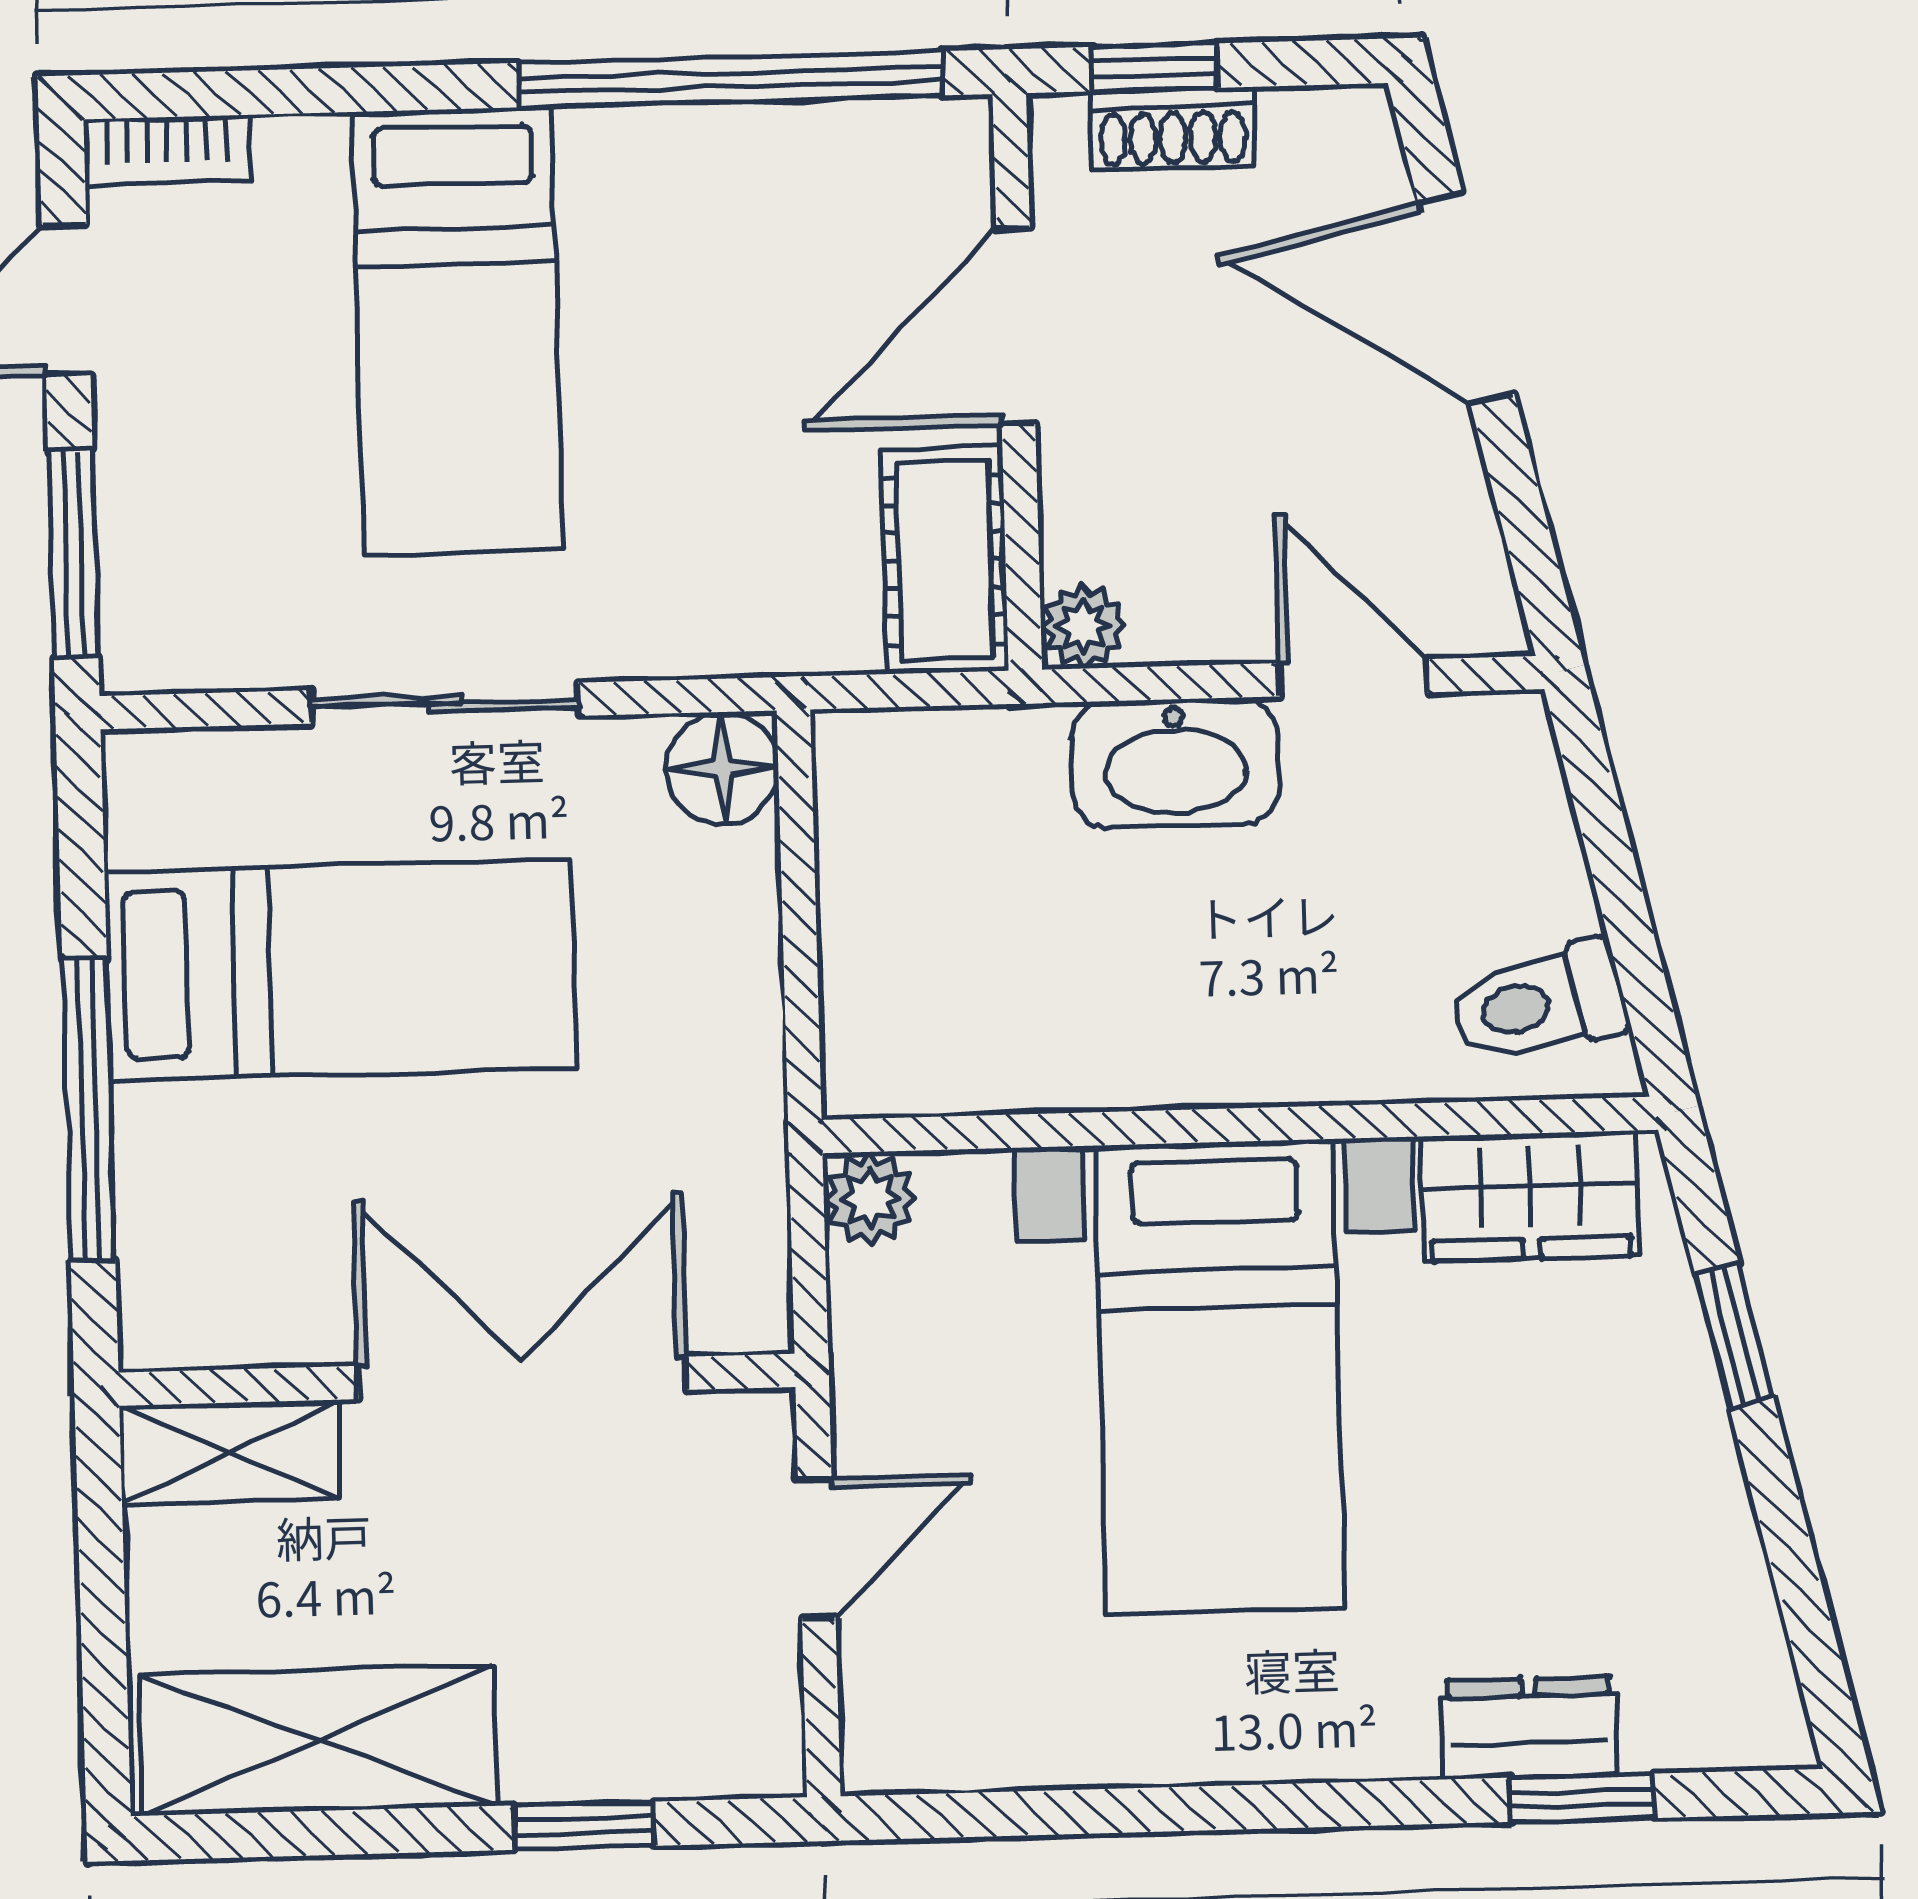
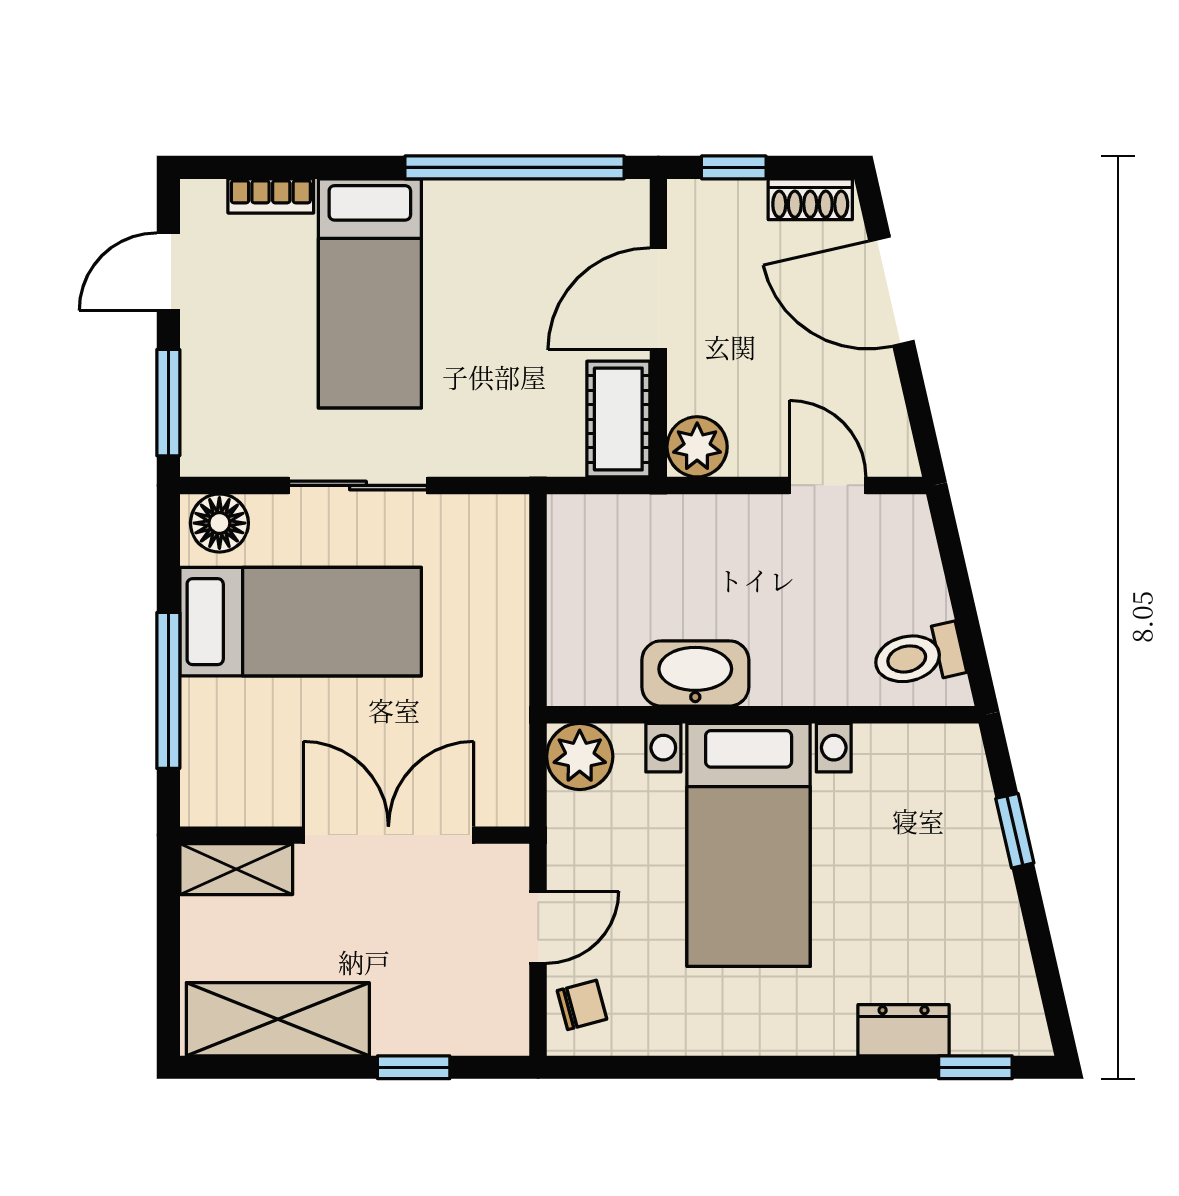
shoe rack: (1173, 129) -> (810, 199), moved
bookcase: (167, 150) -> (271, 196), moved
plant: (1083, 626) -> (697, 447), width x1.38, depth x1.38
washbasin: (1175, 763) -> (695, 673), moved, turned 180
floor lamp: (722, 768) -> (219, 523), moved
wardrobe: (1530, 1196) -> (912, 756), removed
plant: (870, 1198) -> (580, 756), width x1.38, depth x1.38
chair: (906, 1696) -> (582, 1005), added
window: (1582, 1798) -> (975, 1067), moved

